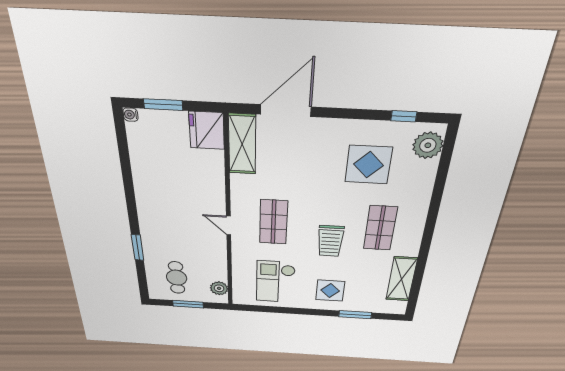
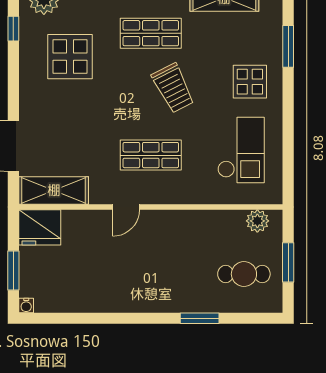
door: (229, 225) -> (126, 207), moved
trolley: (330, 241) -> (173, 88), turned 63
checkout: (276, 282) -> (241, 150), turned -90

